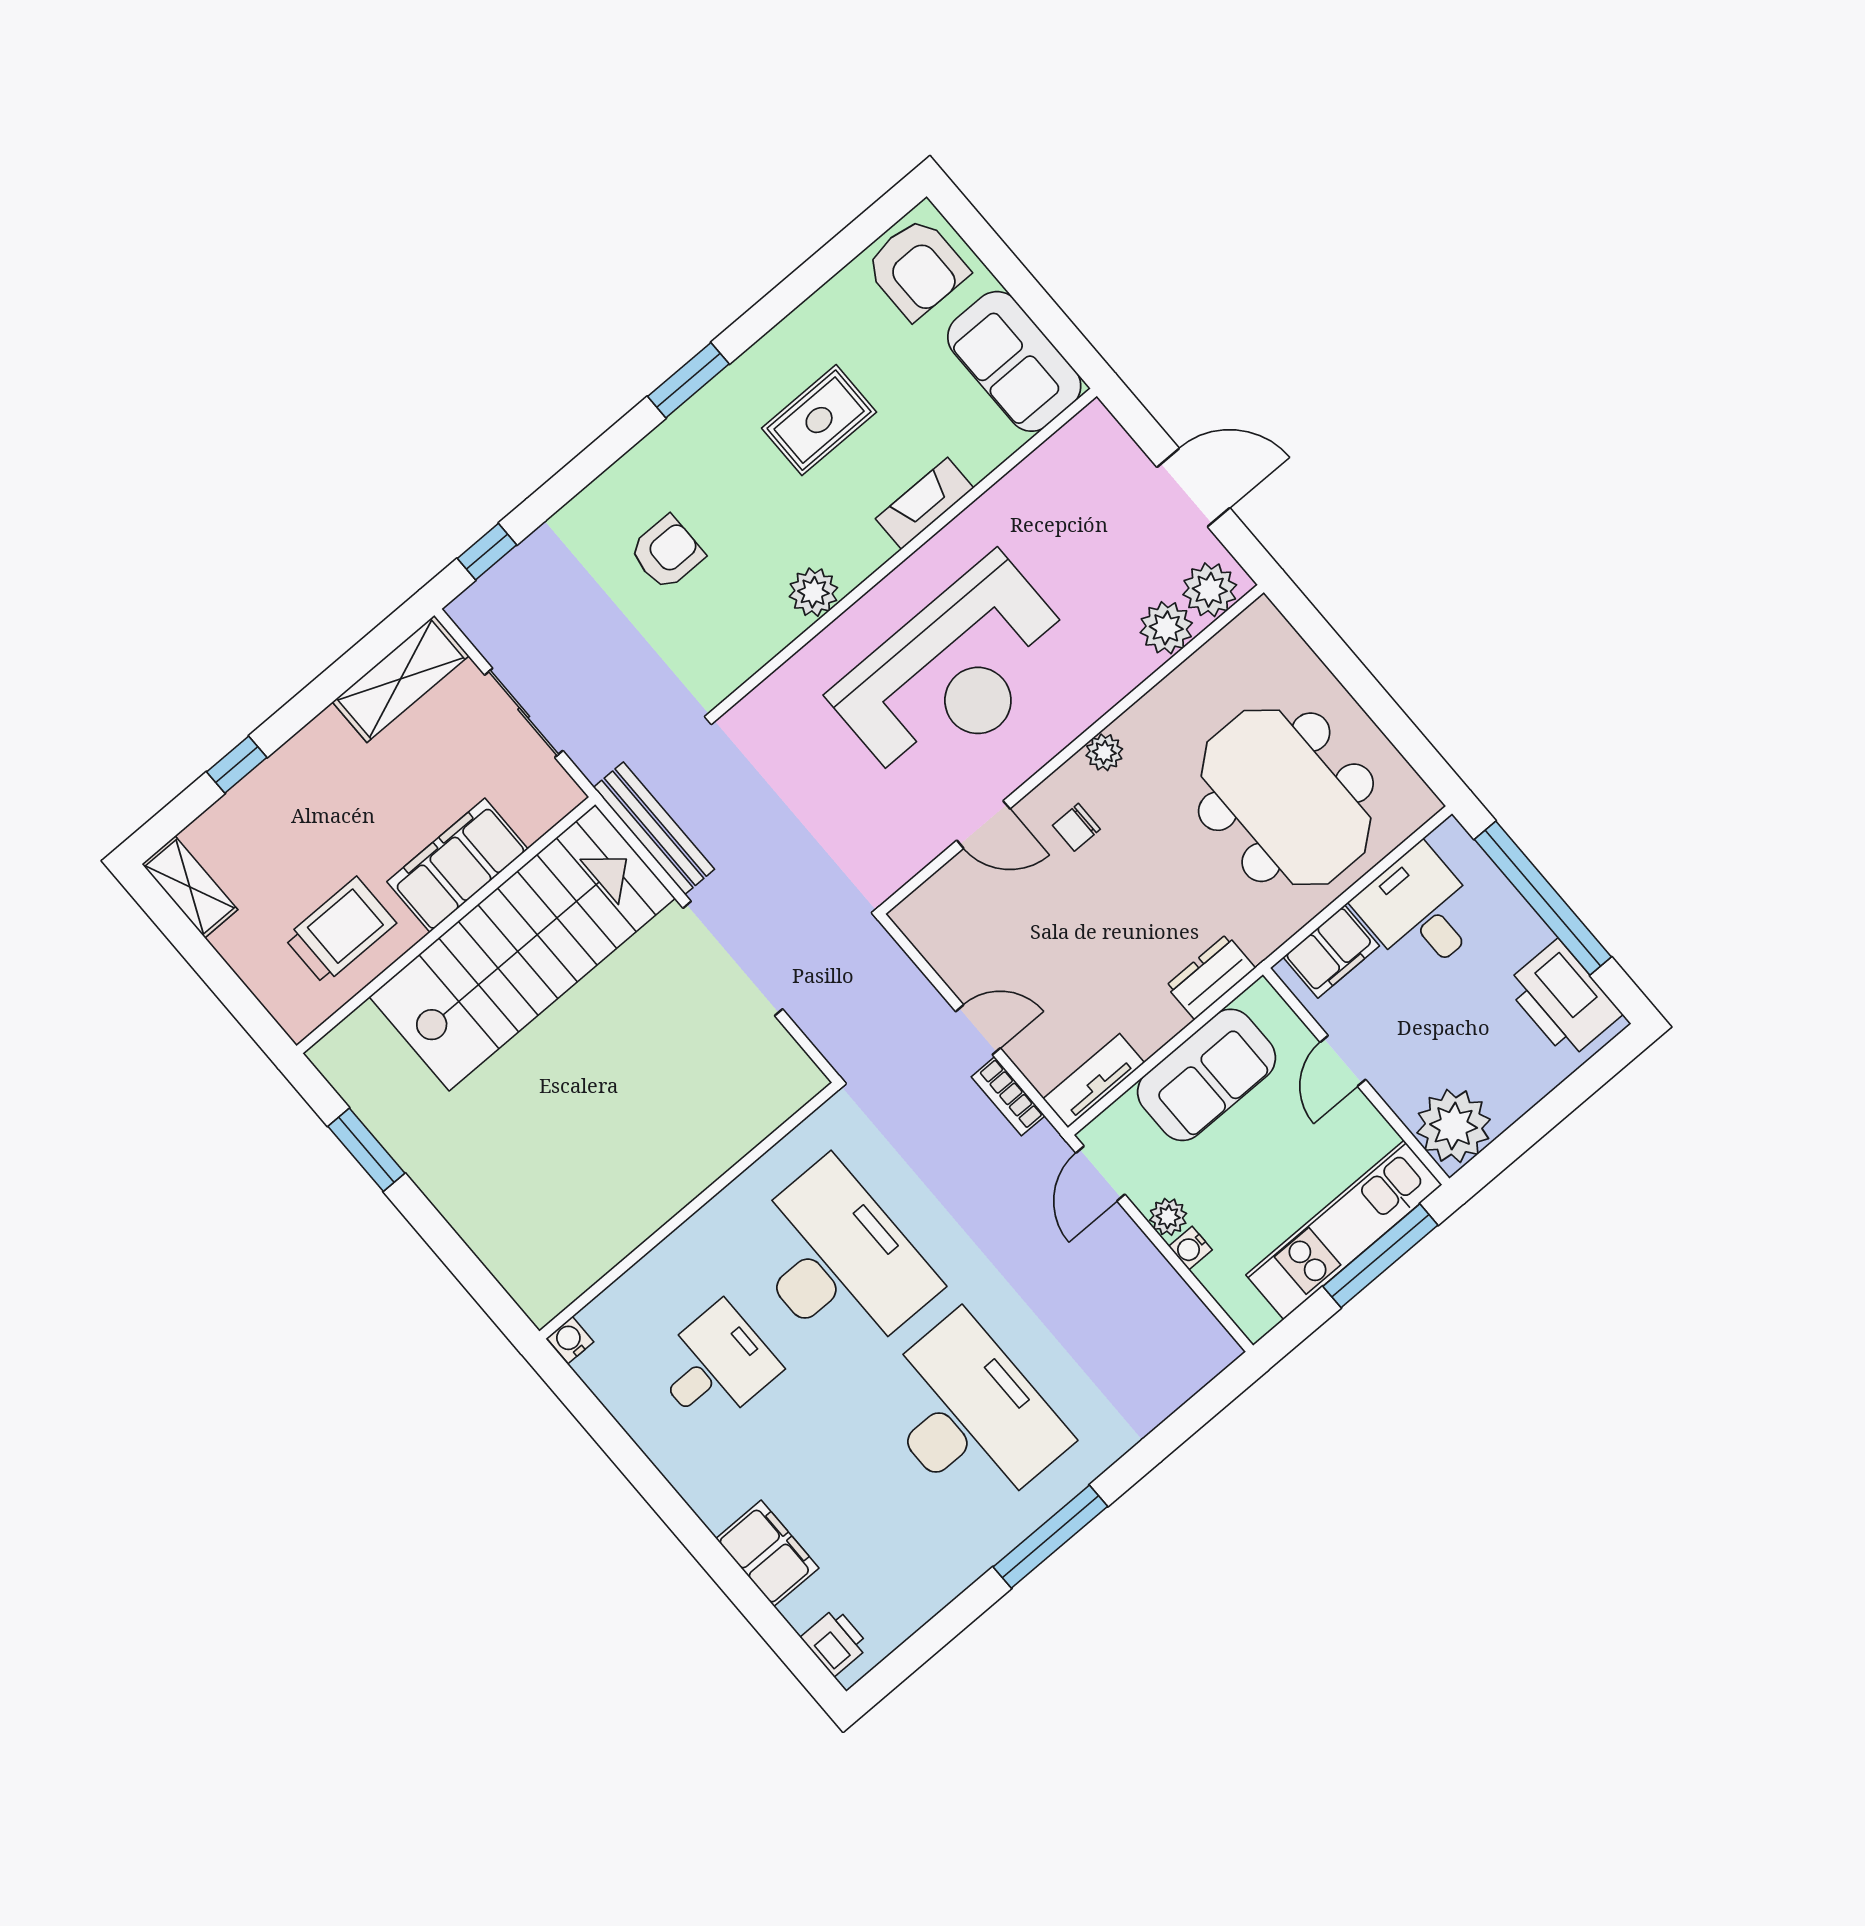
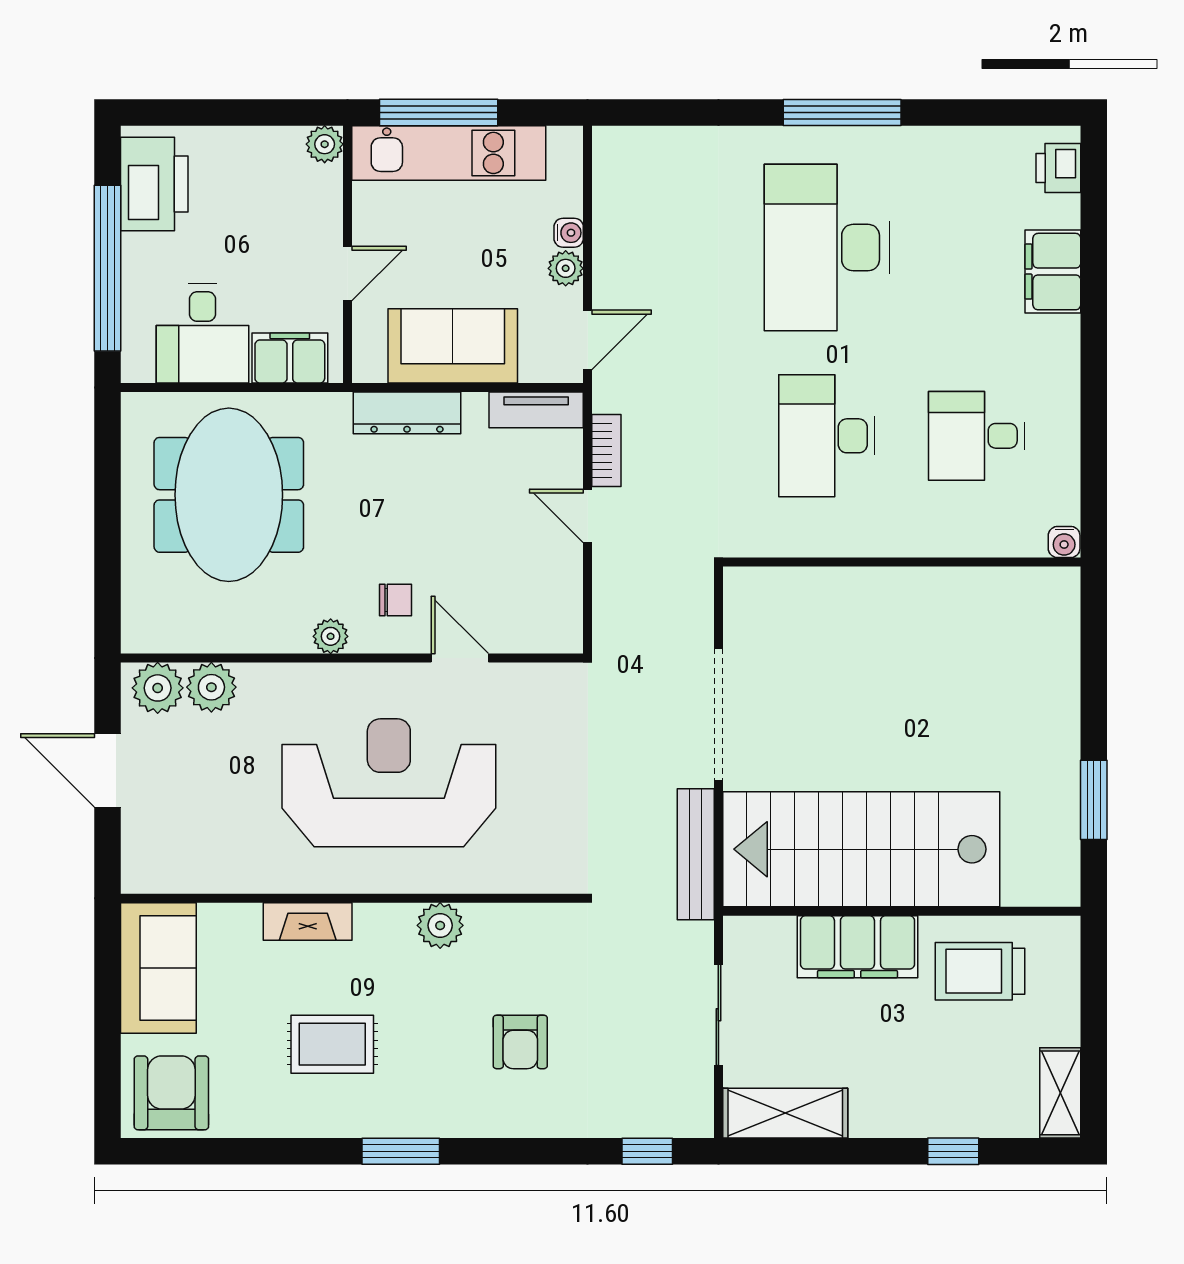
armchair: (667, 553) -> (520, 1042), turned -90
dresser: (1211, 977) -> (407, 413), width x1.44
plant: (1454, 1126) -> (325, 144), width x0.53, depth x0.53
desk: (838, 1262) -> (827, 436), width x0.73, depth x0.77

